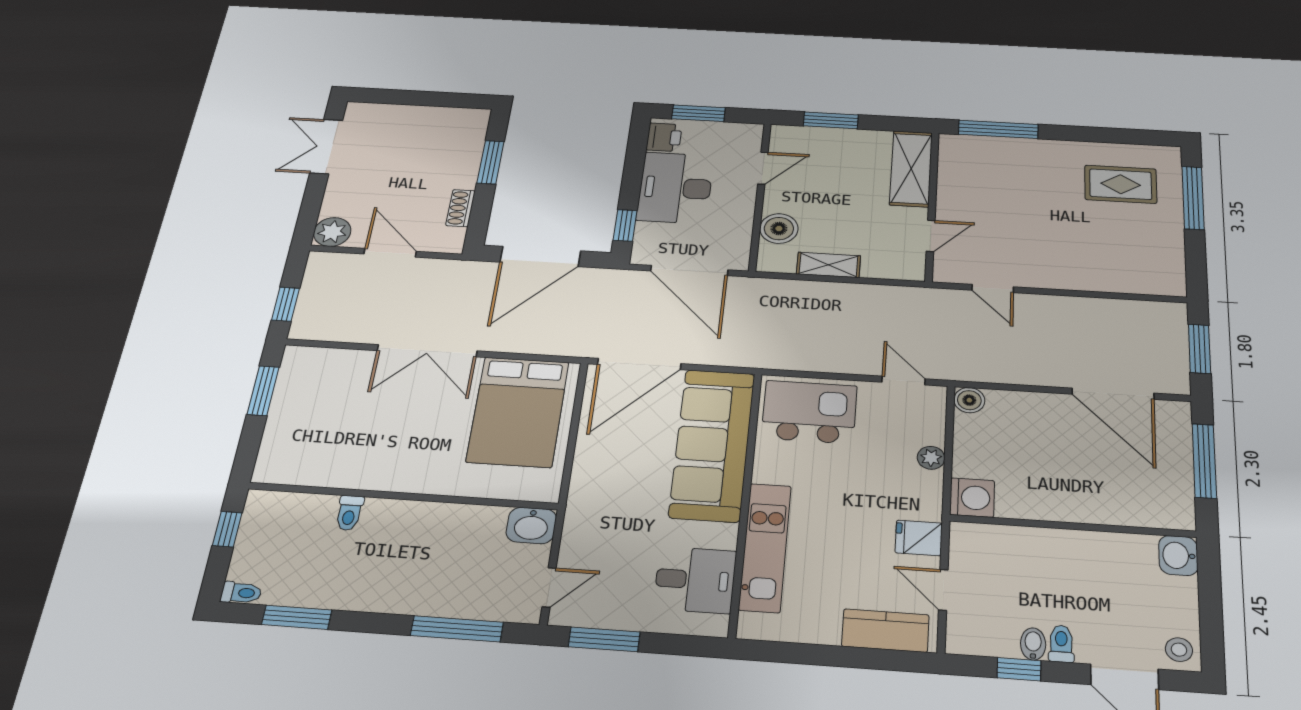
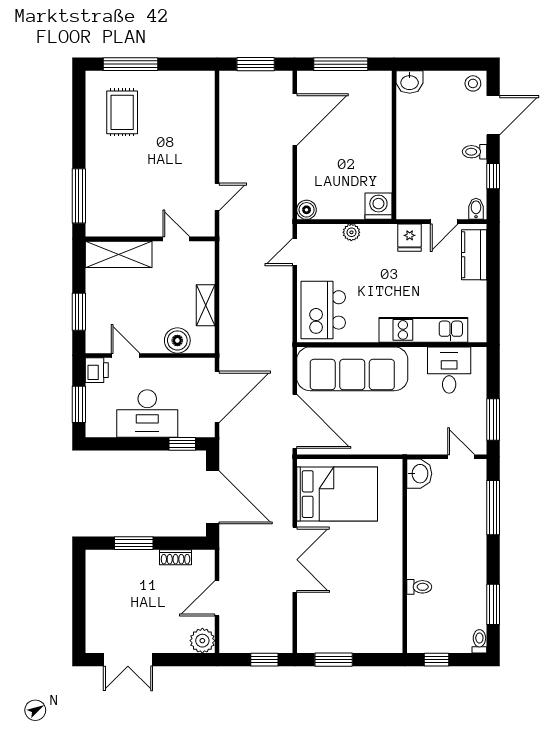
printer: (664, 137) -> (97, 370), moved, turned 90
bidet: (1033, 644) -> (476, 209), moved, turned 90

